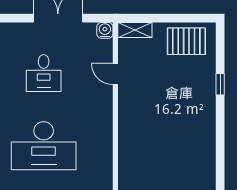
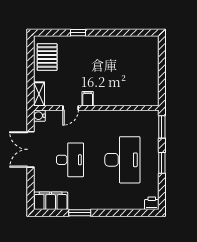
desk: (44, 73) -> (70, 160), width x1.37
filing cabinet: (128, 98) -> (88, 99), added

